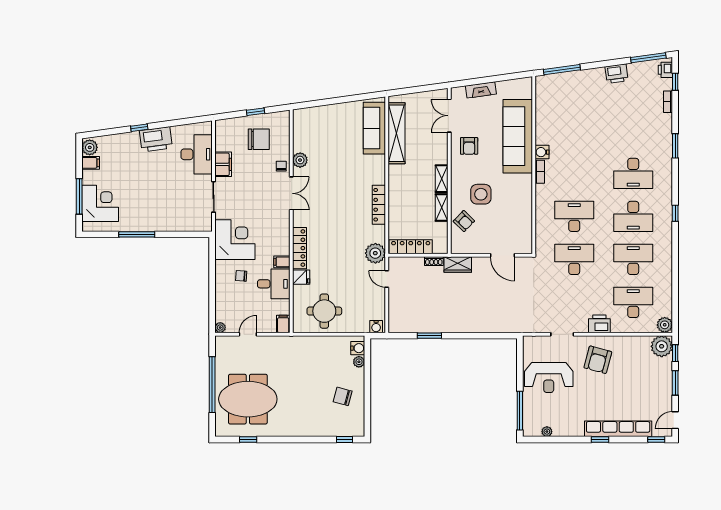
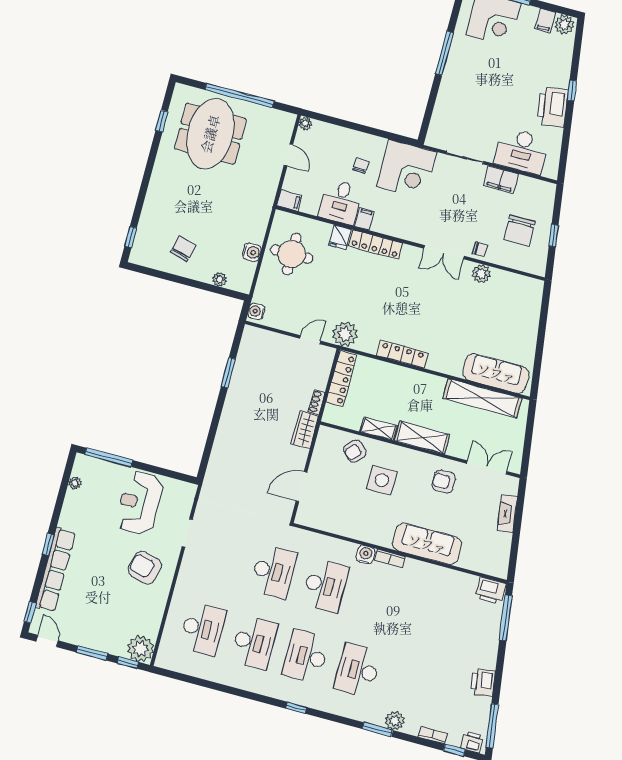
sofa: (518, 136) -> (427, 544), width x0.74, depth x0.79
water cooler: (542, 152) -> (366, 555), moved
shelving: (442, 179) -> (422, 438), width x1.50, depth x1.33
printer: (599, 324) -> (490, 591), moved, turned 90
plant: (665, 325) -> (395, 721), moved
water cooler: (358, 348) -> (252, 252), moved, turned -90

